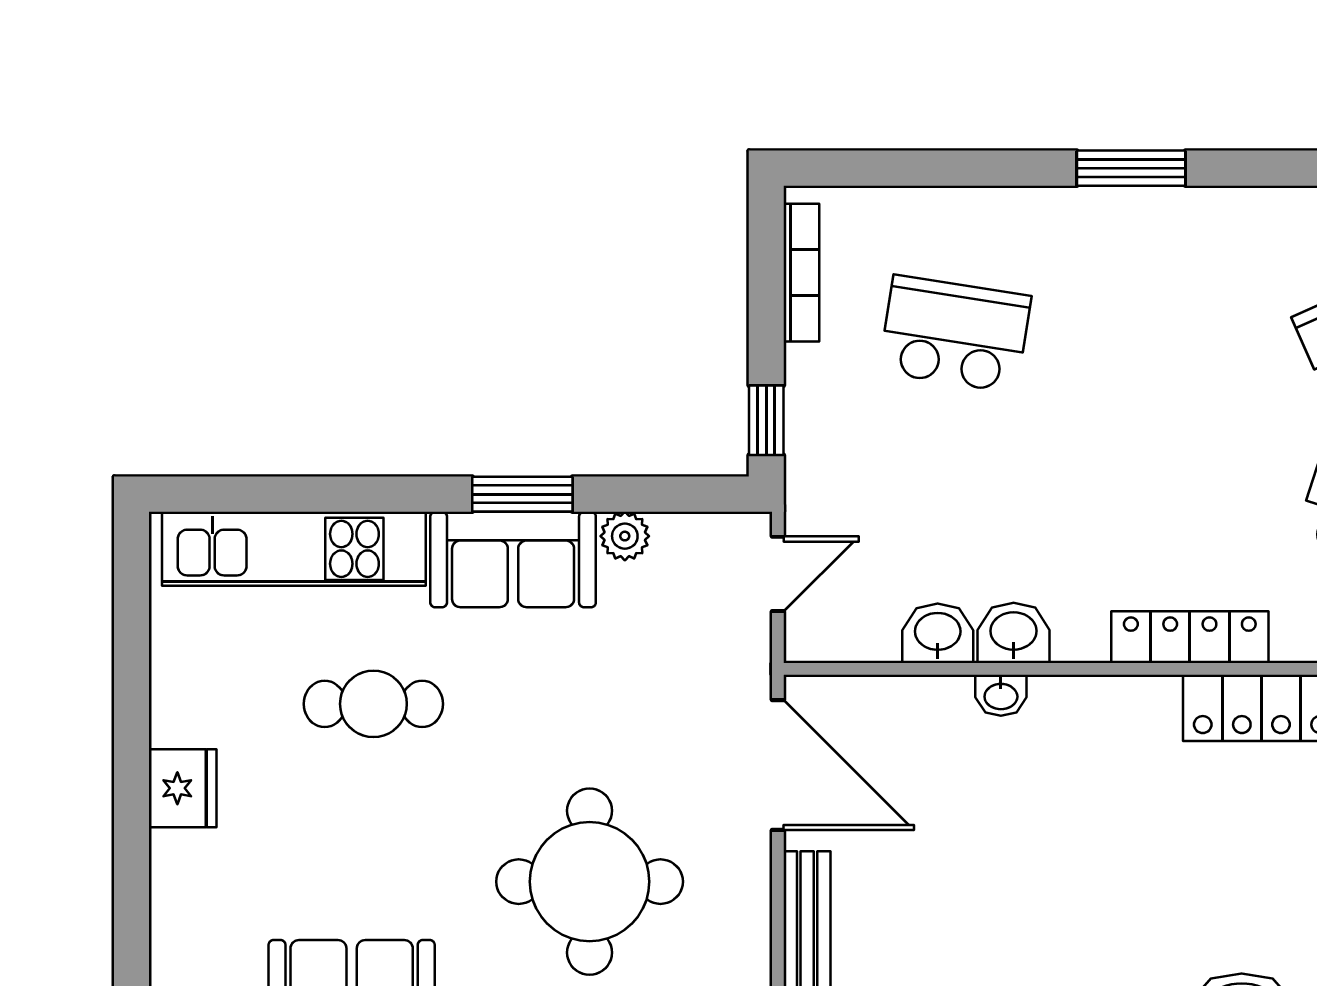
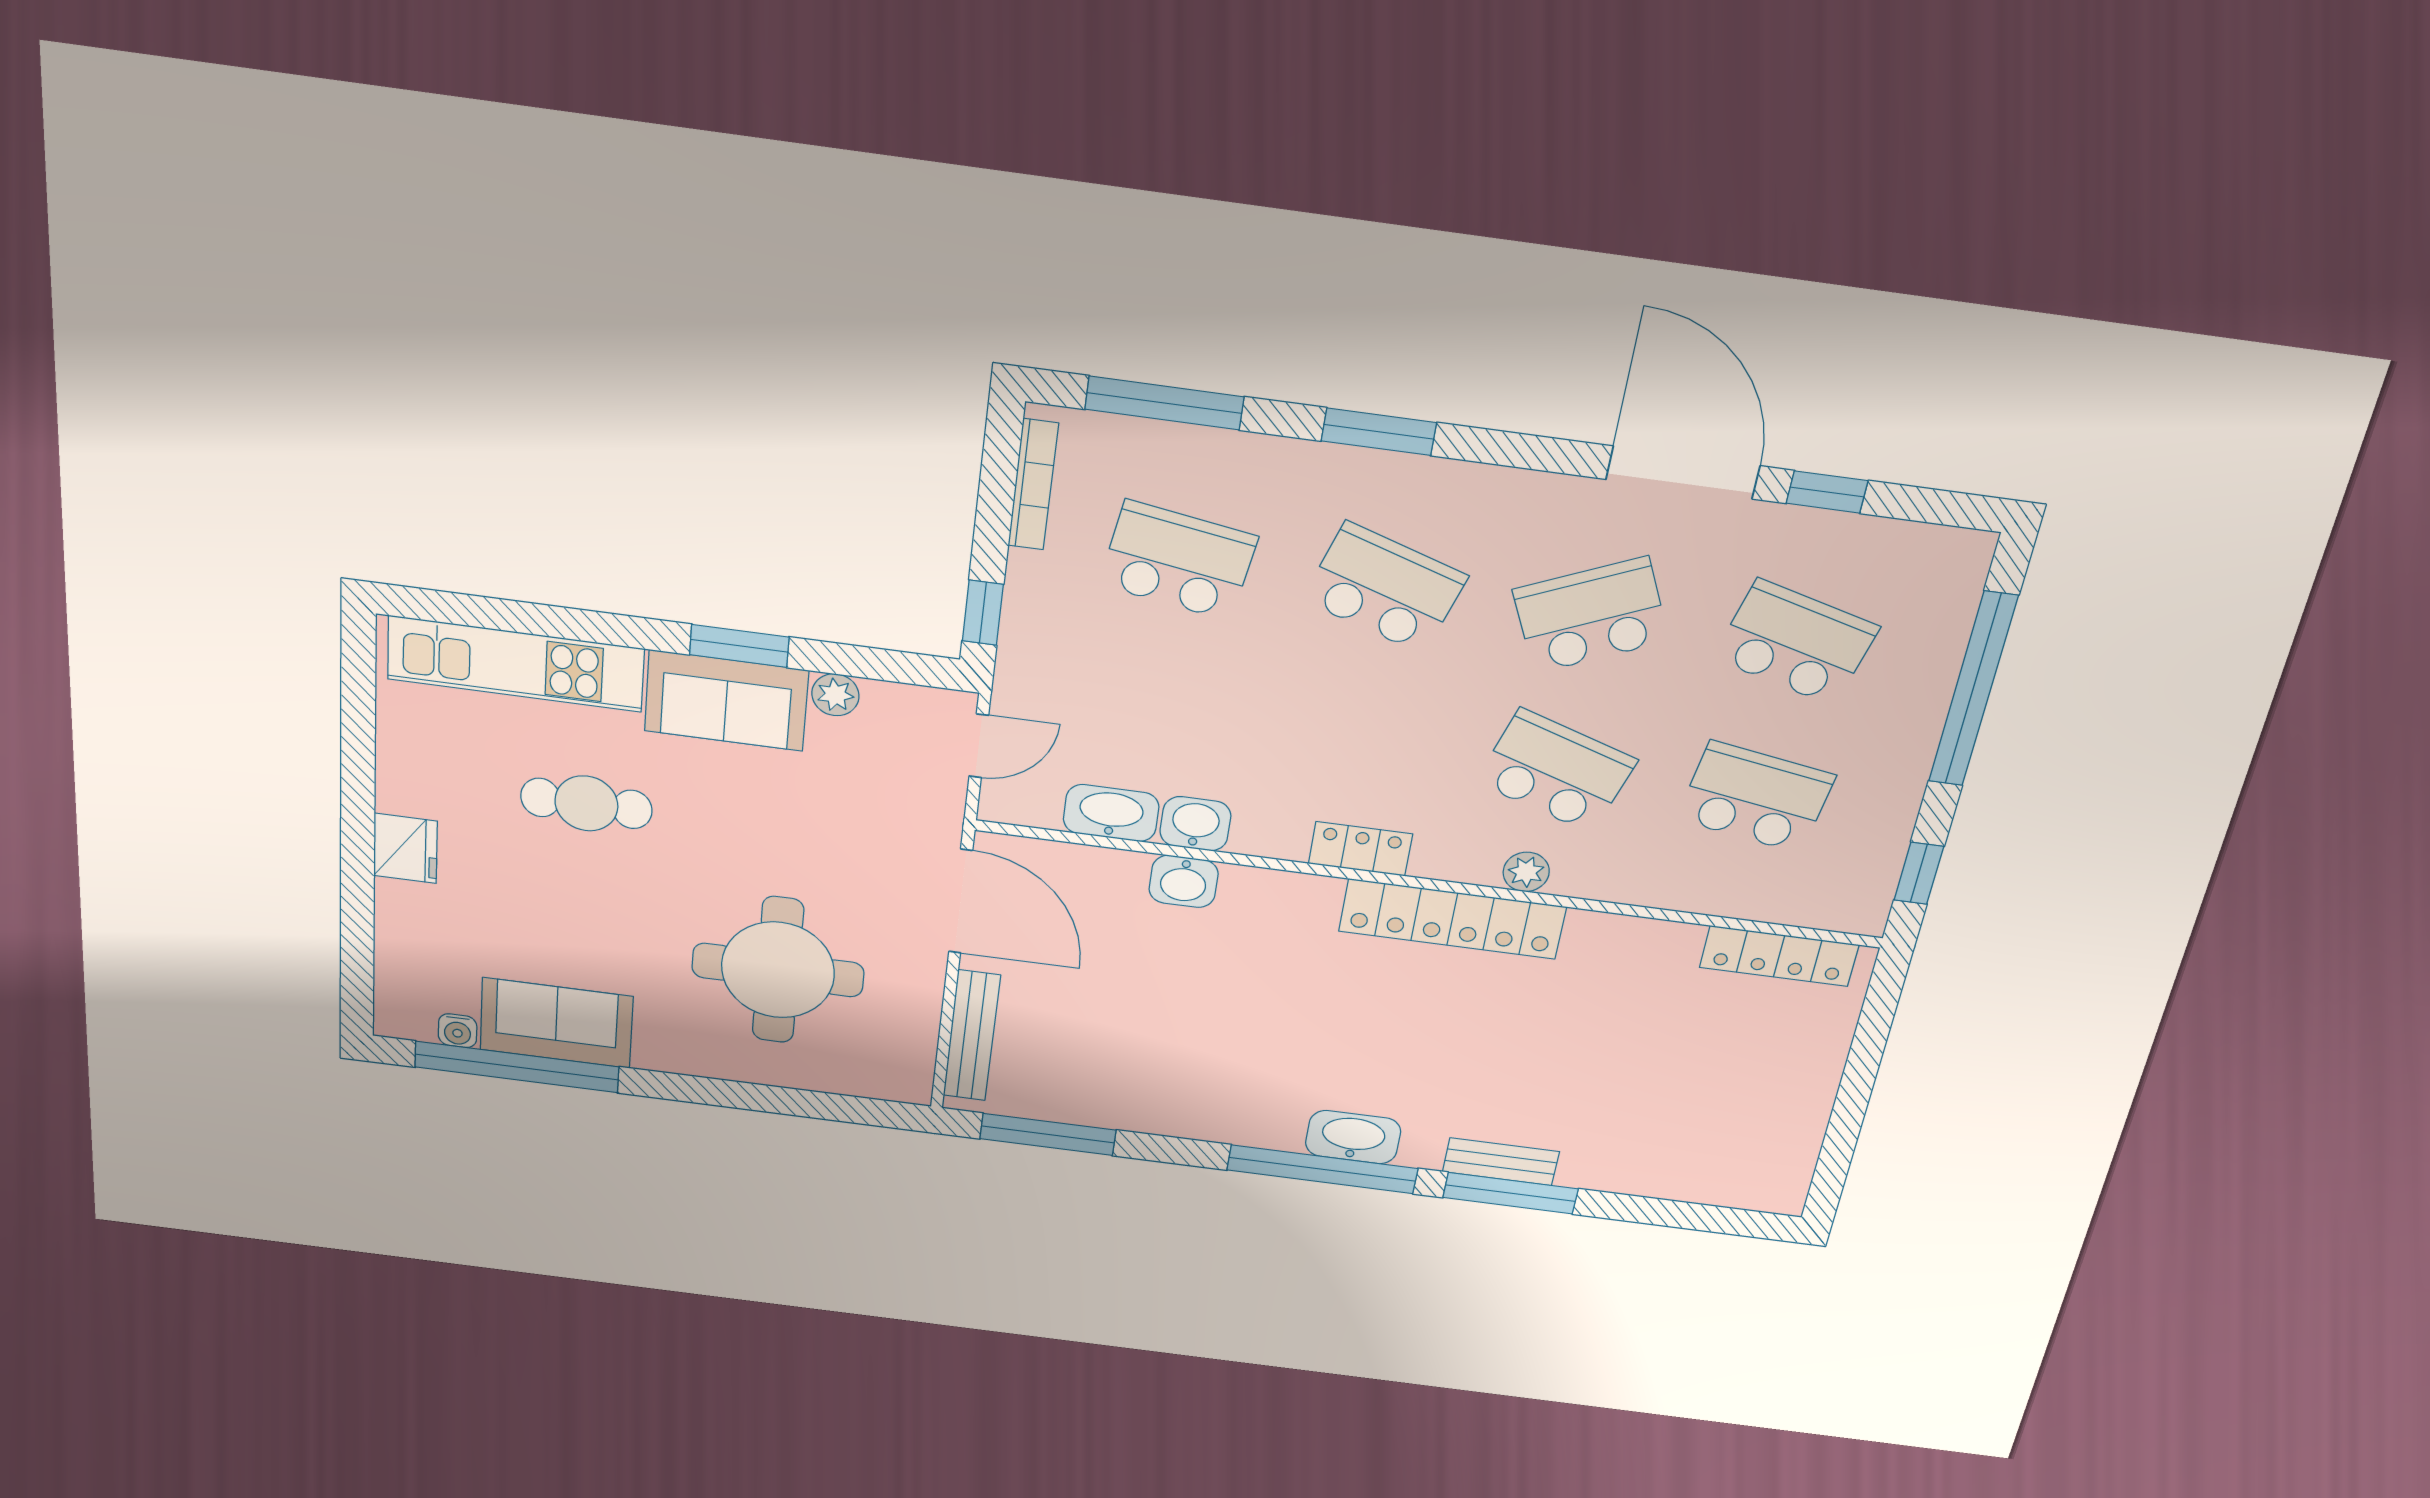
window: (919, 168) -> (1164, 403), added
school desk: (1165, 334) -> (1385, 588), added
washbasin: (938, 633) -> (1111, 813), width x1.38
locker: (1190, 637) -> (1360, 849), width x0.66
washbasin: (1001, 695) -> (1184, 881), width x1.38, depth x1.45

